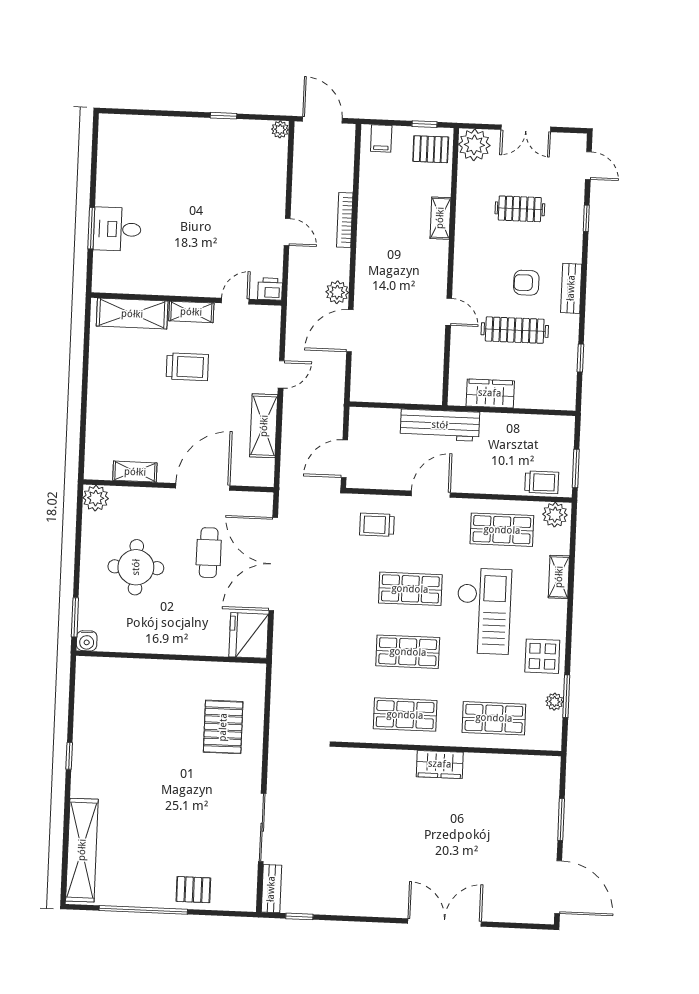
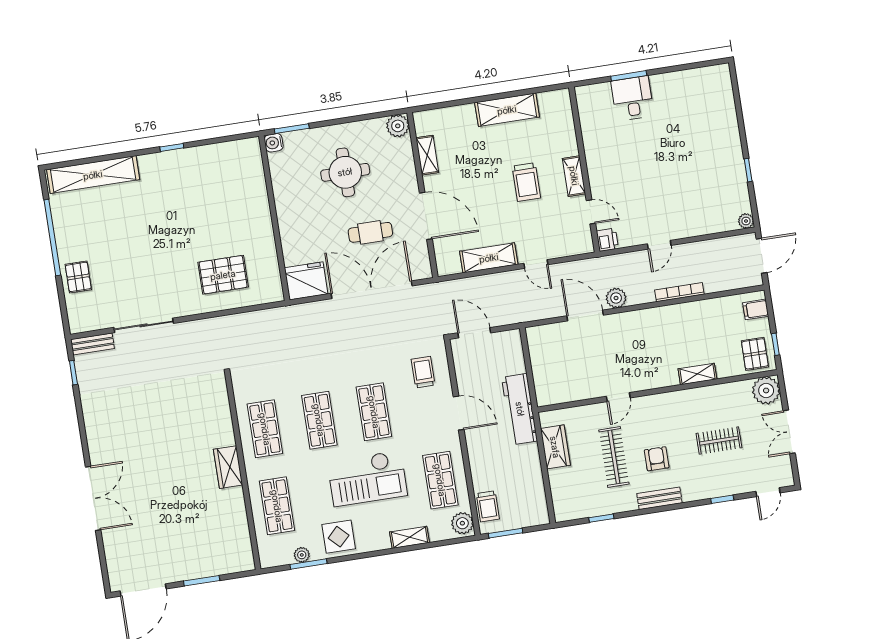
clothes rail: (520, 209) -> (719, 441), turned 90
shelving: (132, 314) -> (507, 110), moved, turned 90

